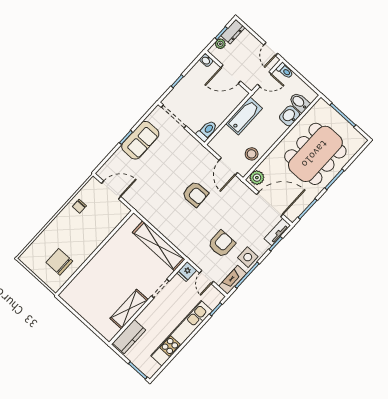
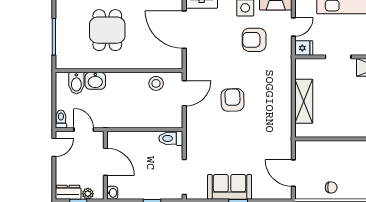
bathtub: (244, 116) -> (130, 119), removed
dining table: (315, 154) -> (107, 30), width x0.53, depth x0.80
plant: (257, 178) -> (172, 61), removed
shelving: (159, 246) -> (304, 101), width x0.68

